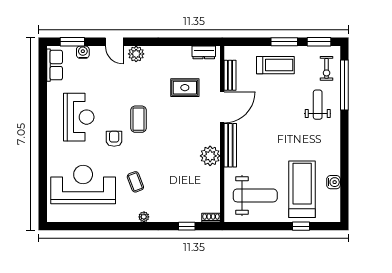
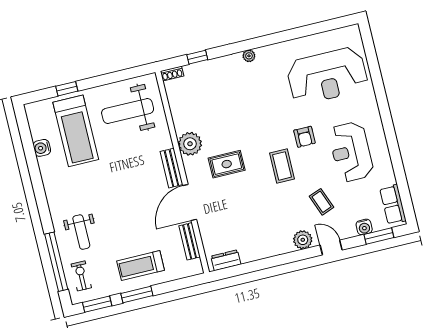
rug: (185, 88) -> (227, 164), moved
bench: (230, 145) -> (171, 168), width x0.73
coffee table: (135, 182) -> (321, 202), moved

